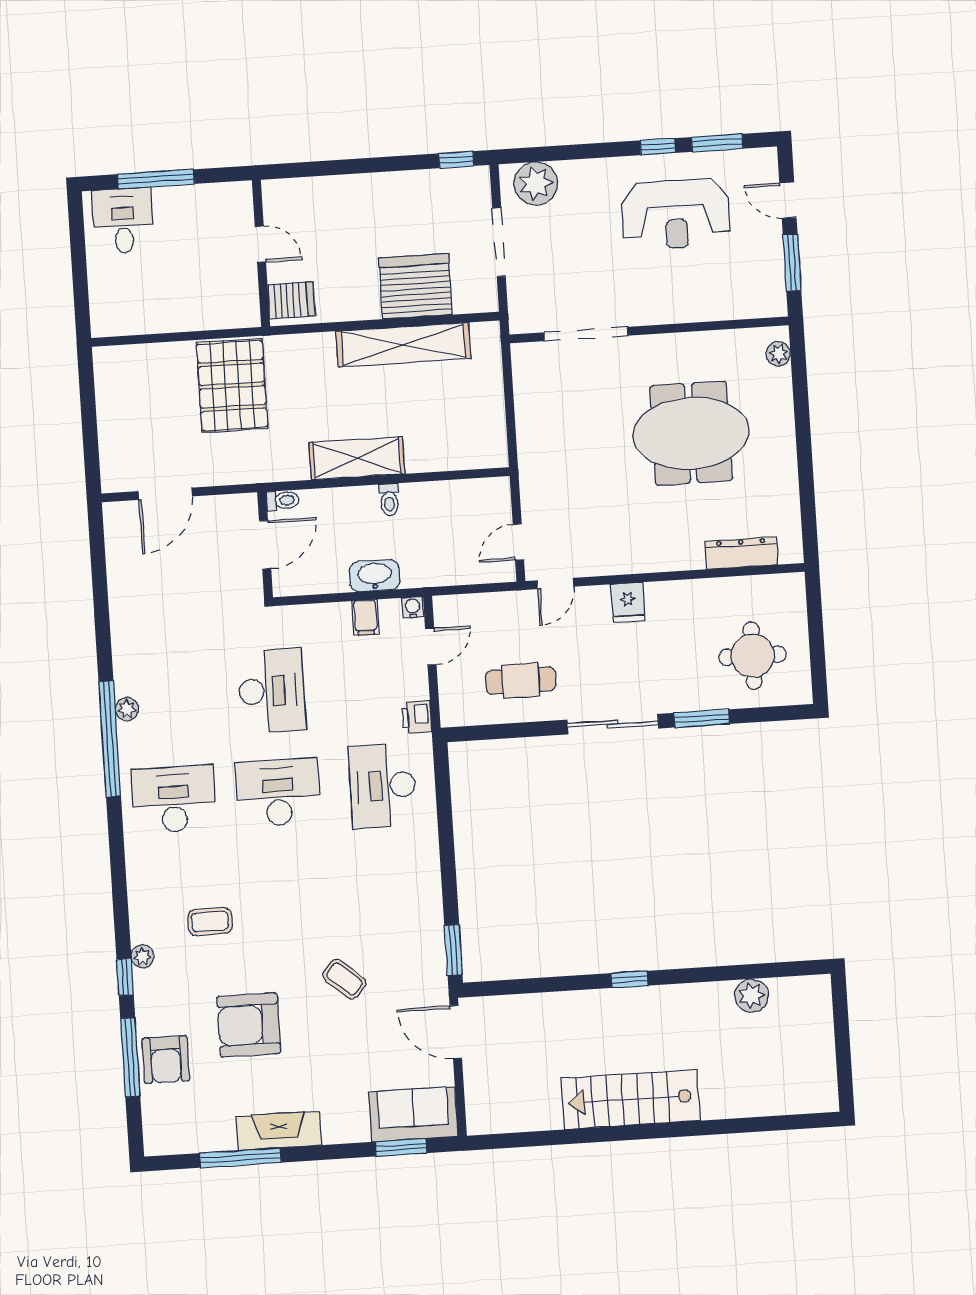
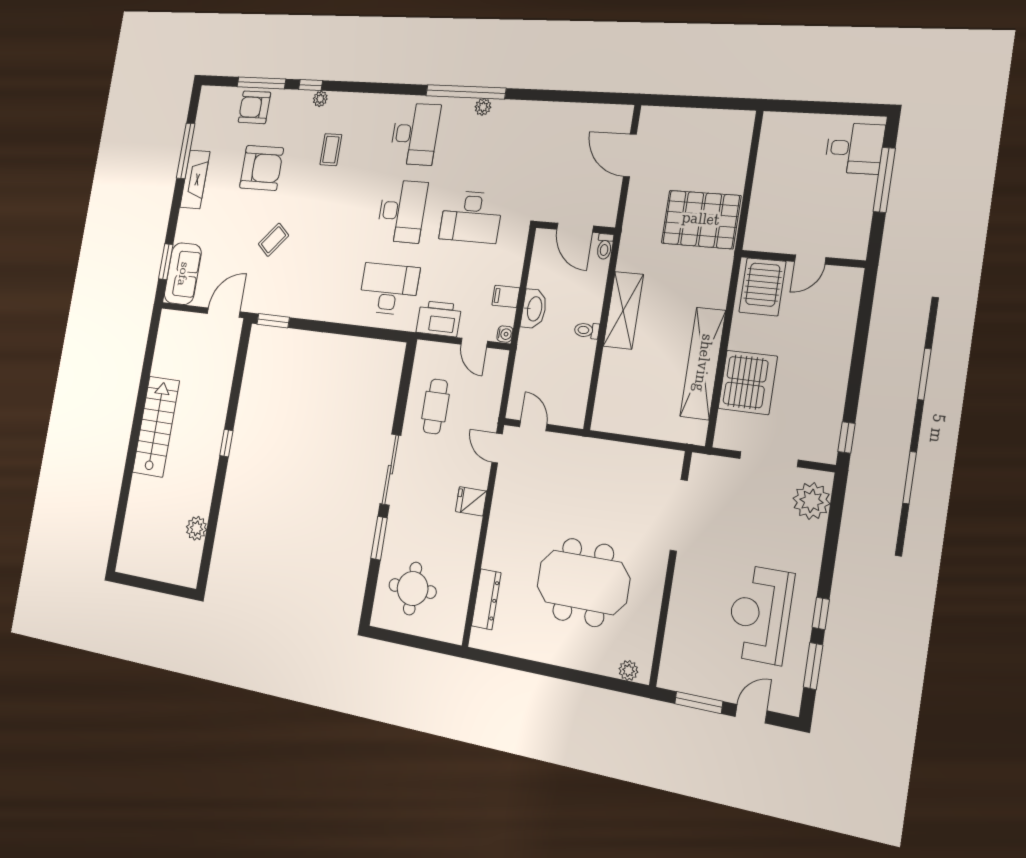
server rack: (291, 300) -> (762, 287), width x1.36, depth x1.44
meeting table: (691, 433) -> (583, 582), turned 90
printer: (417, 717) -> (439, 319), width x1.87, depth x1.48
armchair: (249, 1025) -> (261, 168), turned 90

